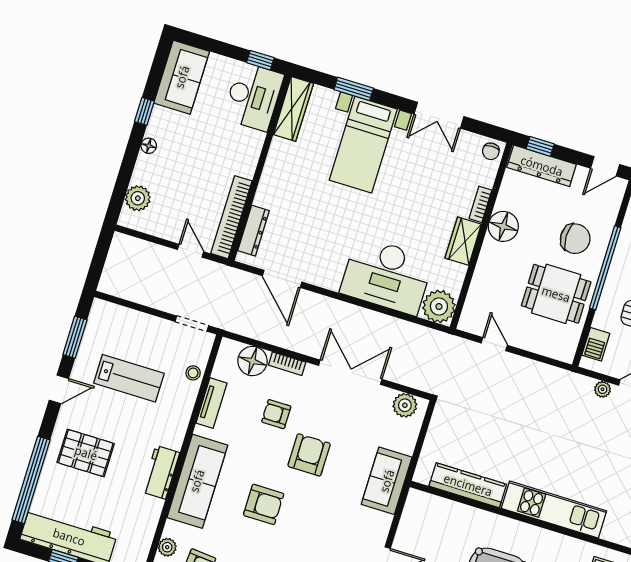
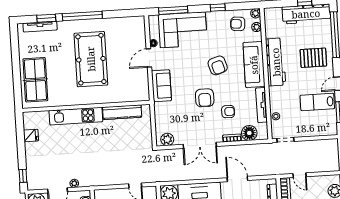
door: (282, 279) -> (237, 179), moved
lab bench: (129, 378) -> (317, 102), moved
tv unit: (211, 403) -> (261, 105), width x1.41
workbench: (161, 472) -> (276, 62), width x1.87, depth x1.32
sofa: (387, 481) -> (161, 86), moved
armchair: (264, 504) -> (218, 65), turned -107

